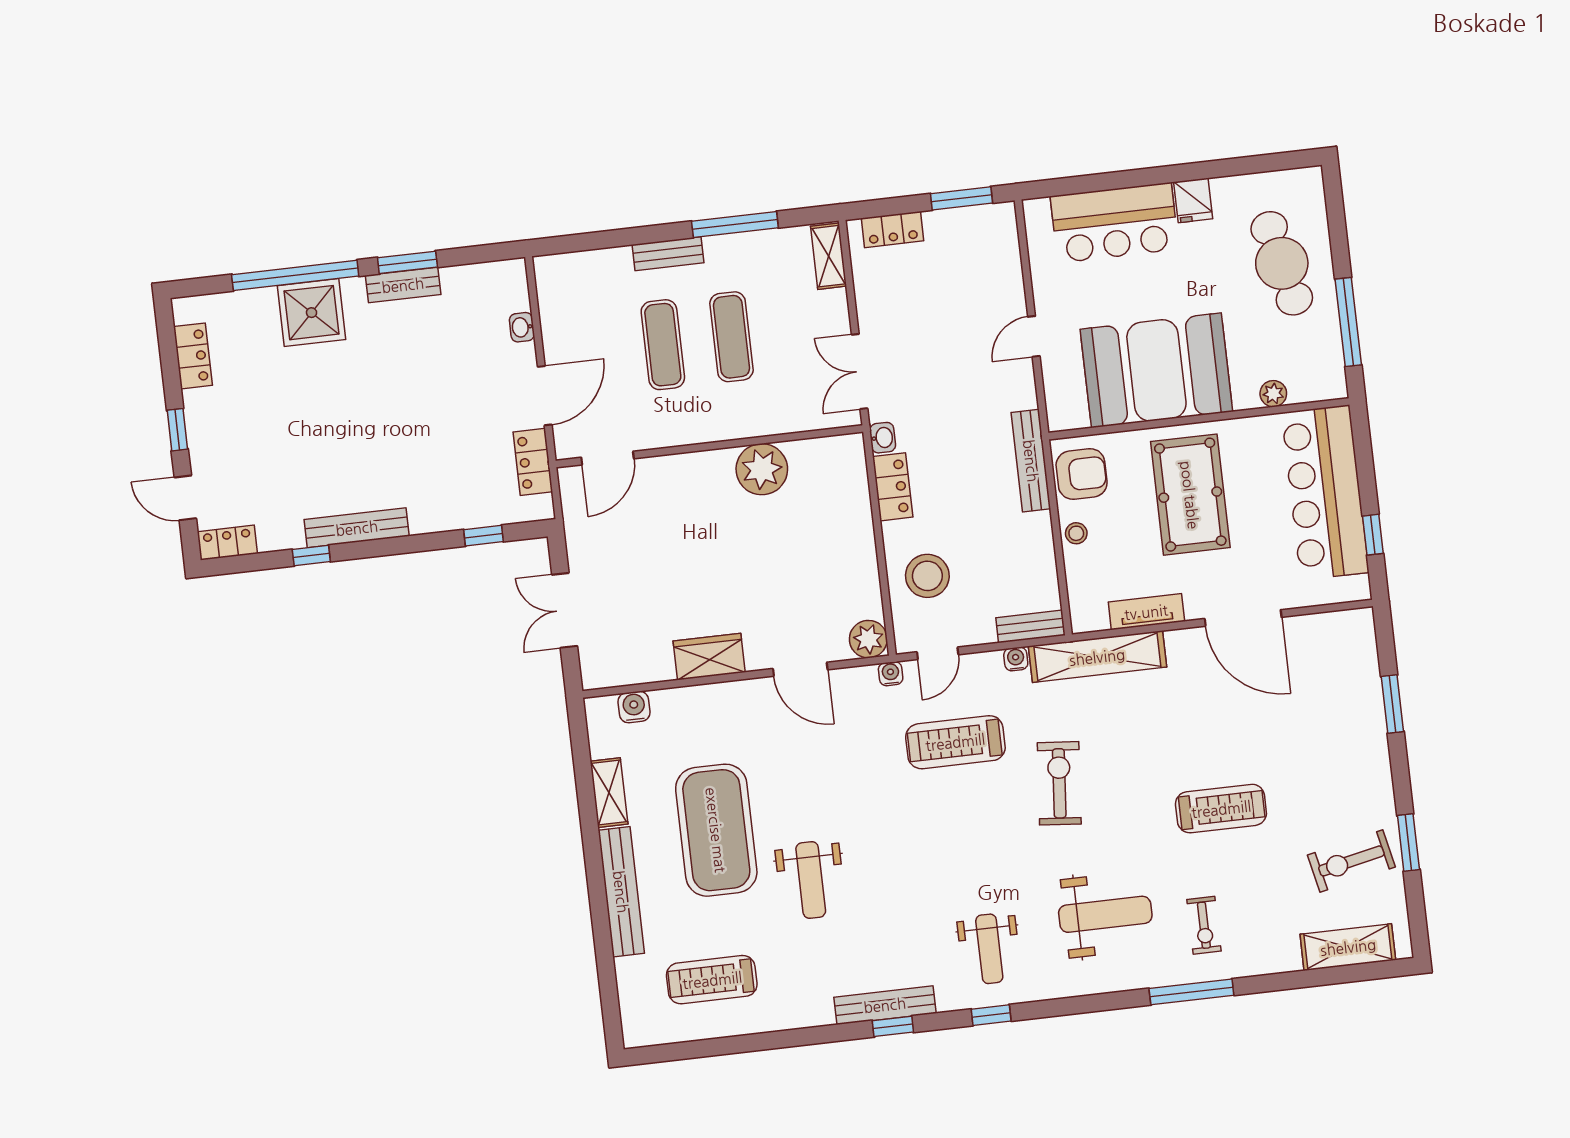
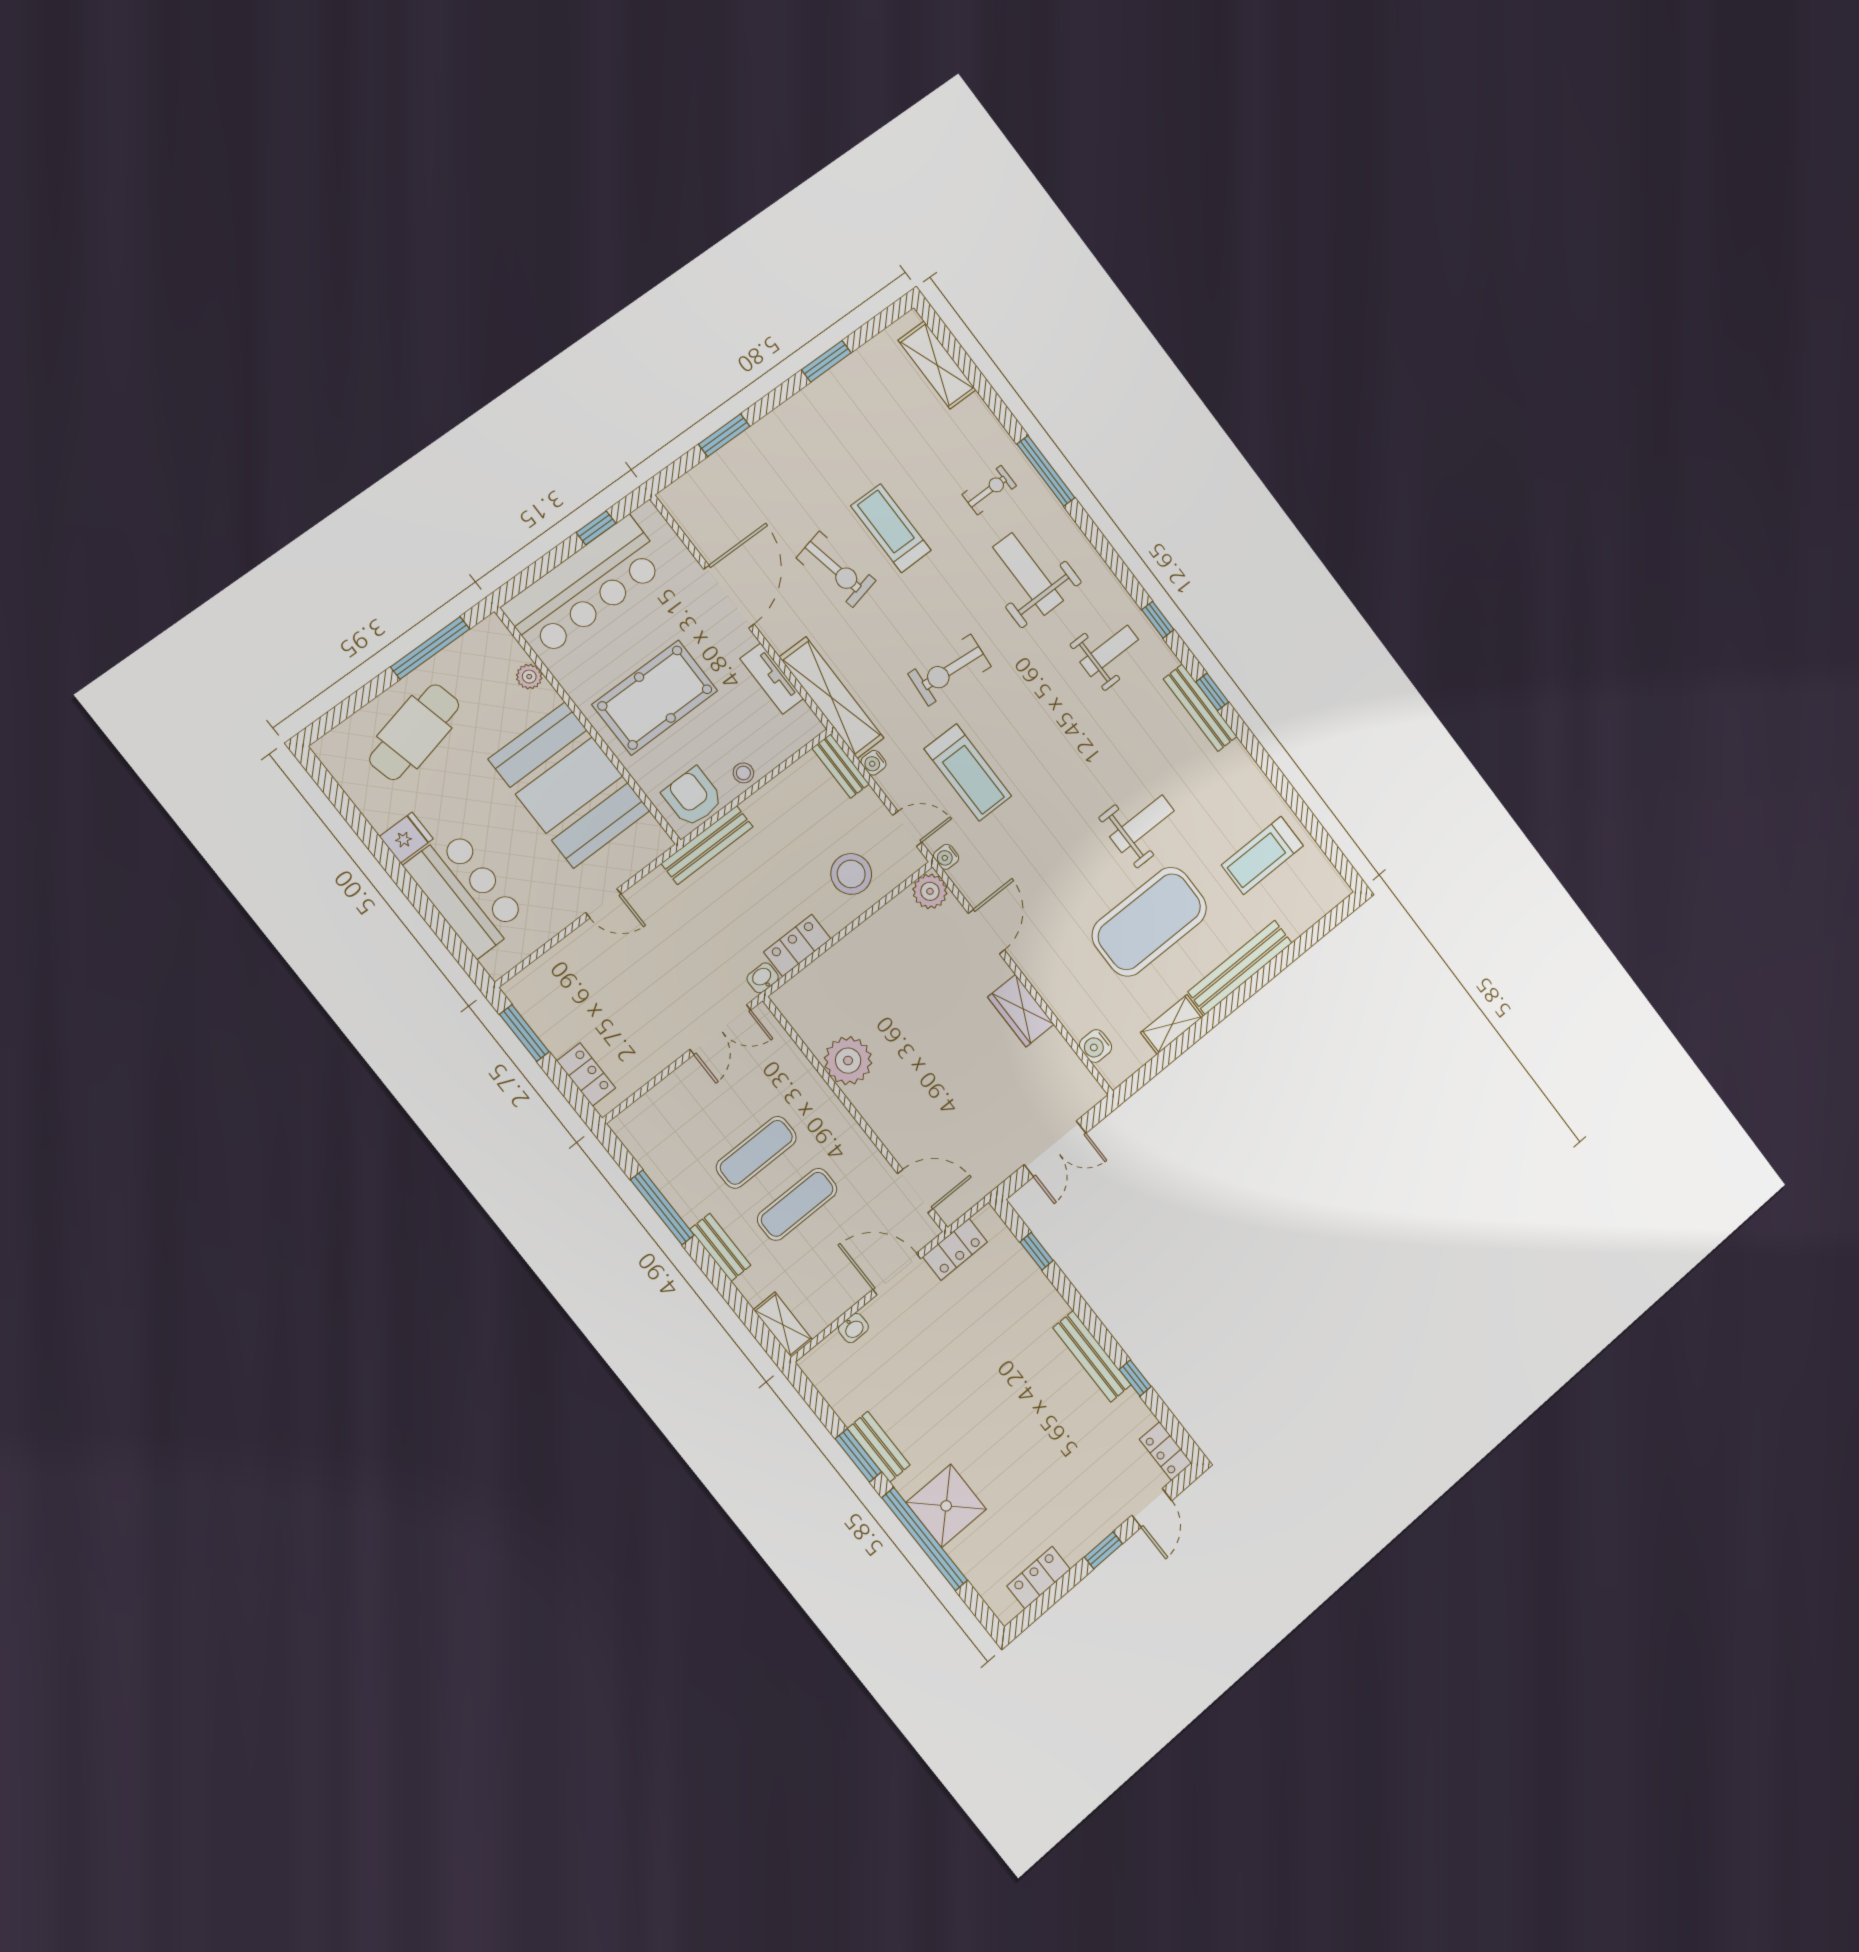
shelving: (829, 256) -> (783, 1325), moved, turned 90
exercise bike: (1351, 861) -> (836, 569), moved
treadmill: (712, 980) -> (1262, 855), turned 90

